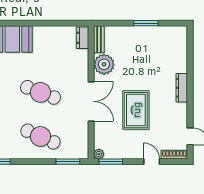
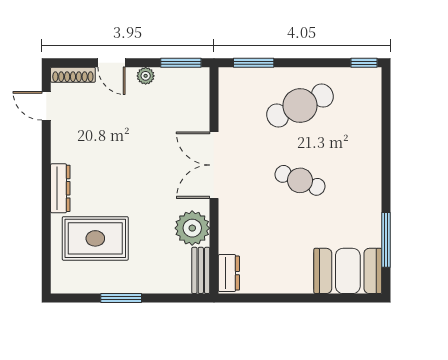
cafe table: (40, 92) -> (300, 180), width x0.73, depth x0.74
rug: (136, 110) -> (95, 238), moved, turned 90
cafe table: (40, 136) -> (300, 106), turned -48
plant: (99, 154) -> (146, 76), moved

